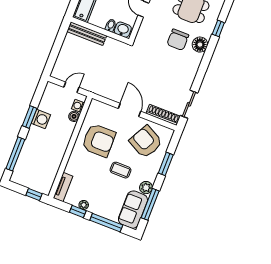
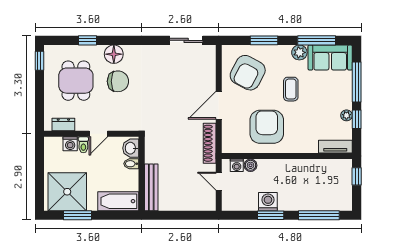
shoe rack: (163, 115) -> (210, 143), moved

